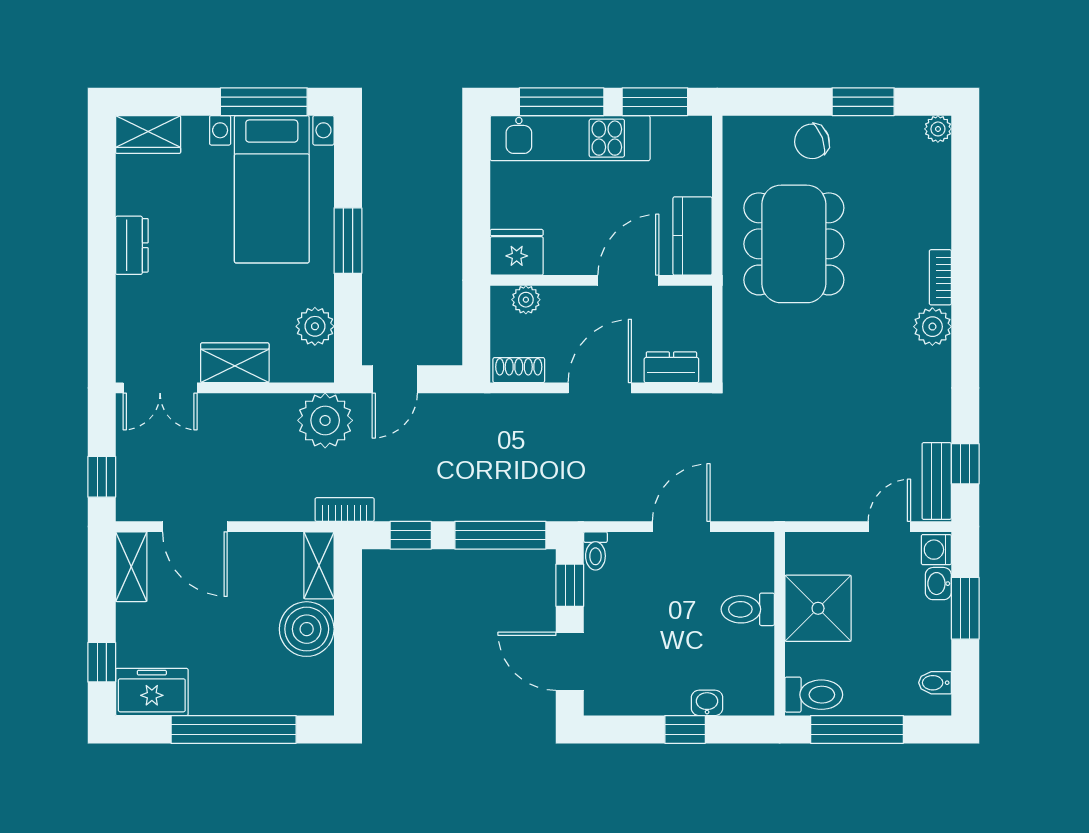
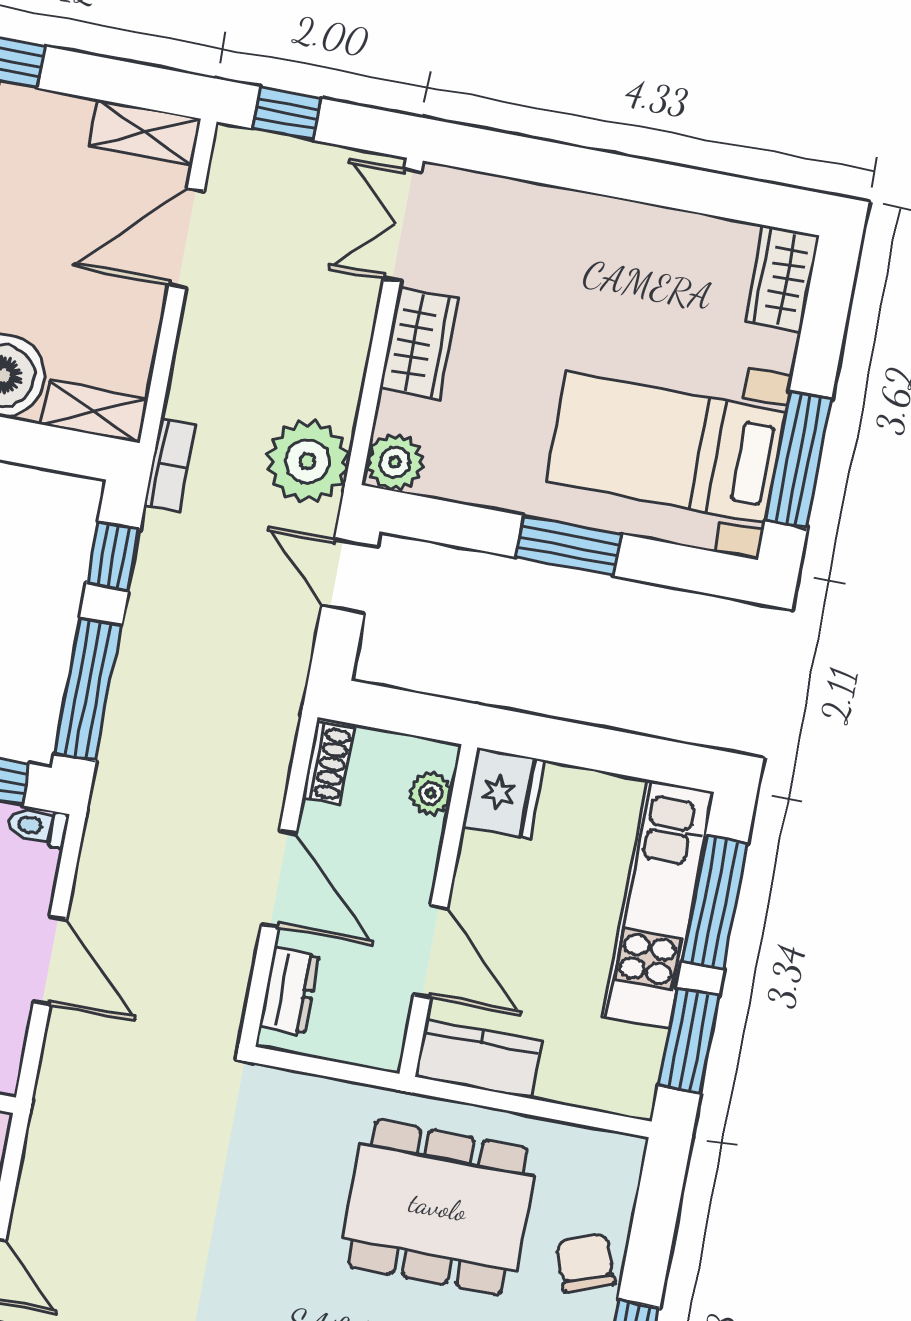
dresser: (132, 245) -> (622, 223), removed
plant: (315, 326) -> (395, 462), moved

